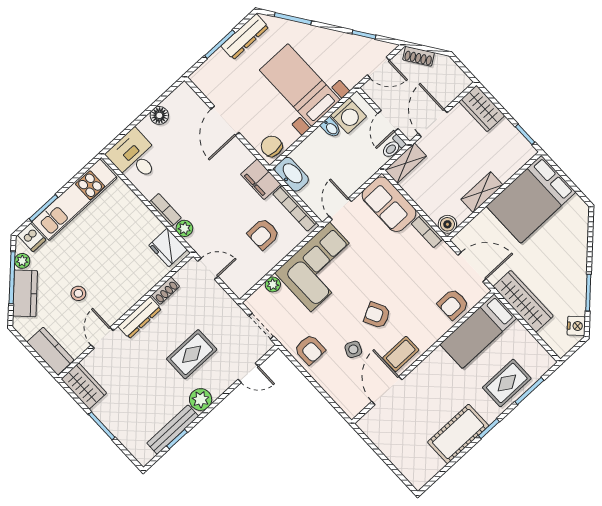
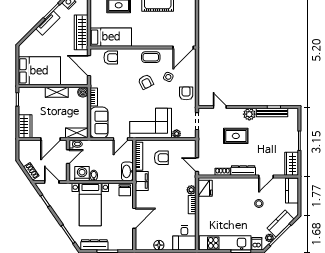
tv unit: (578, 273) -> (48, 23), added
door: (387, 391) -> (183, 48), moved

